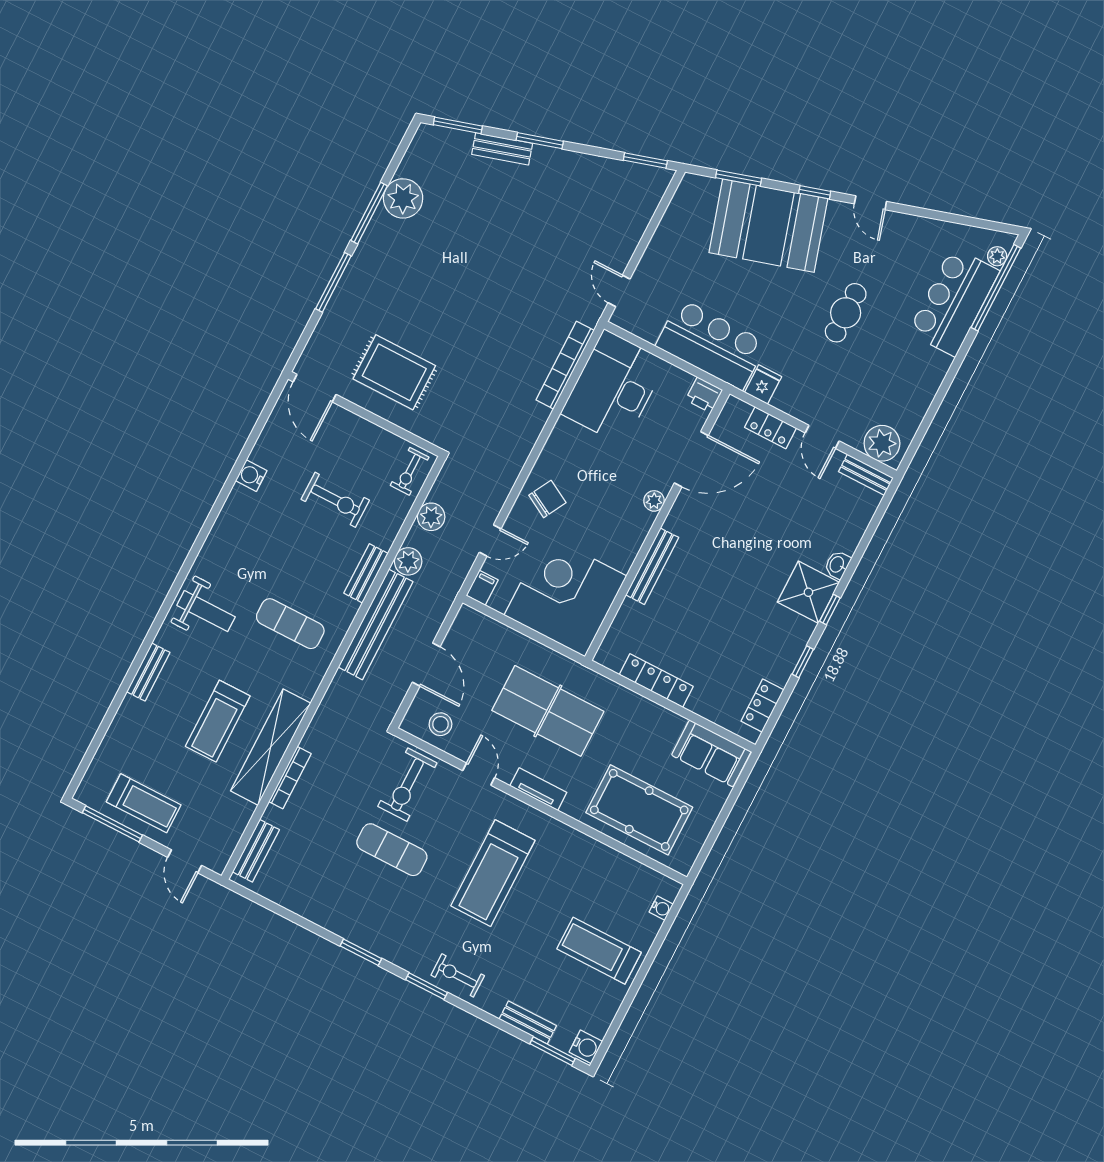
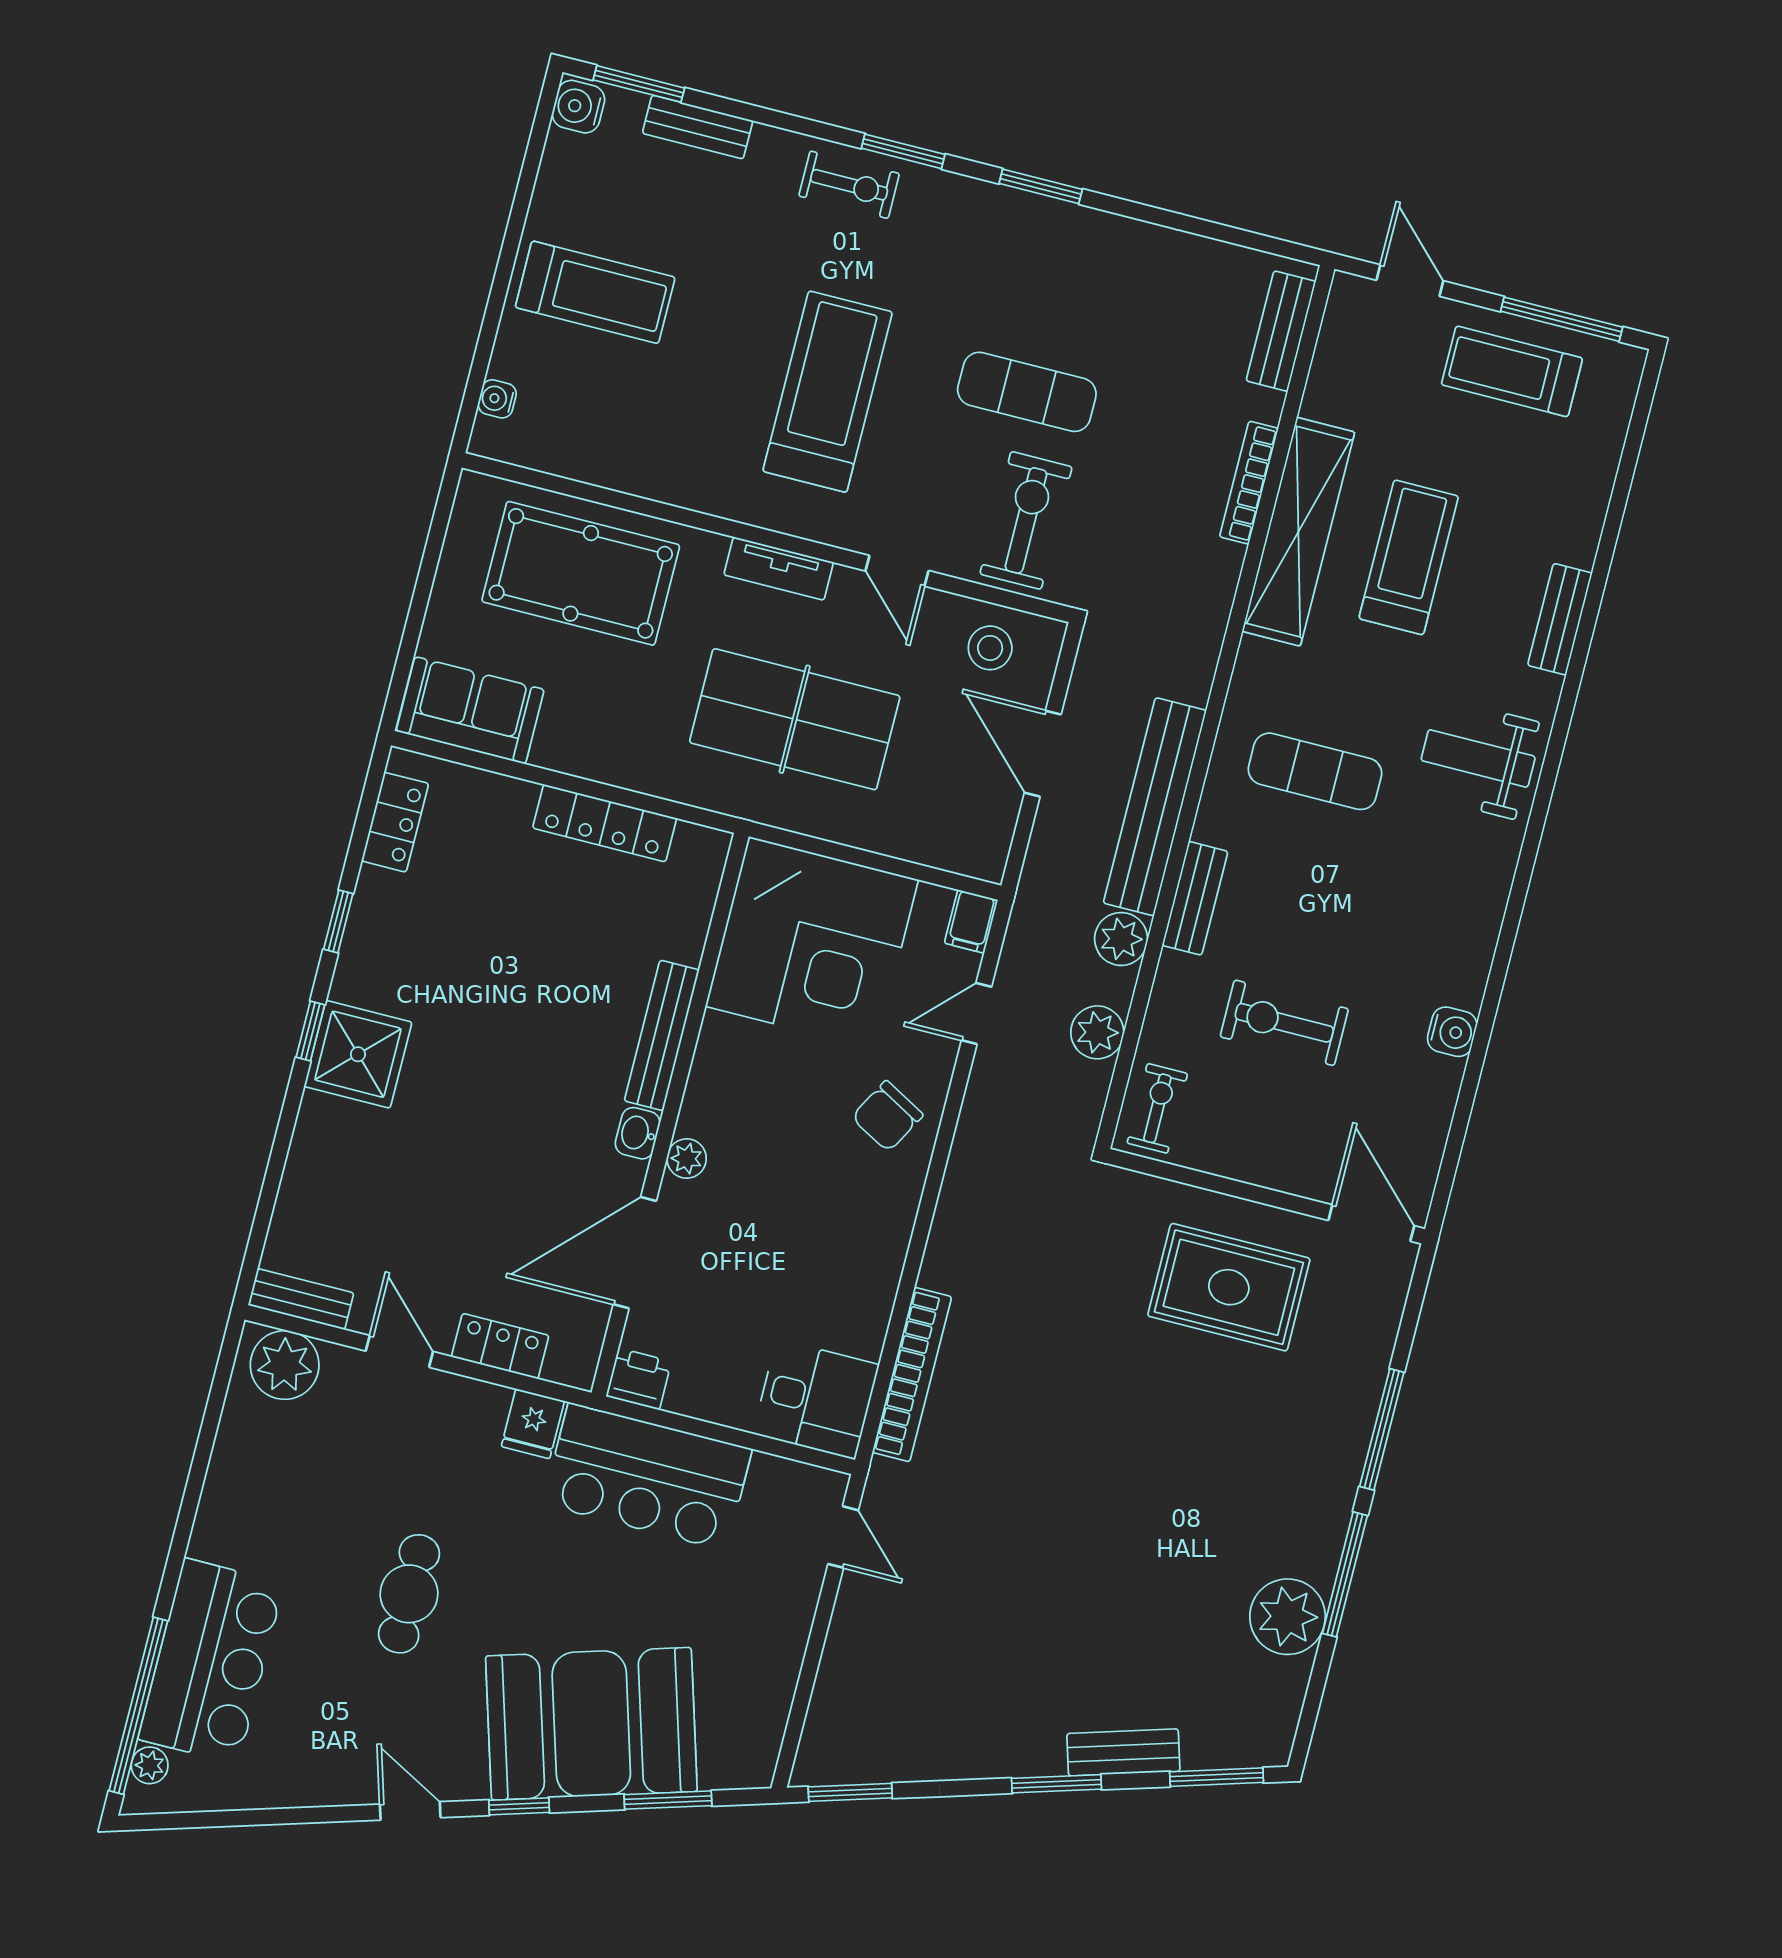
desk: (614, 387) -> (816, 1399), width x0.53, depth x0.77
washbasin: (837, 565) -> (638, 1133), moved, turned 180

